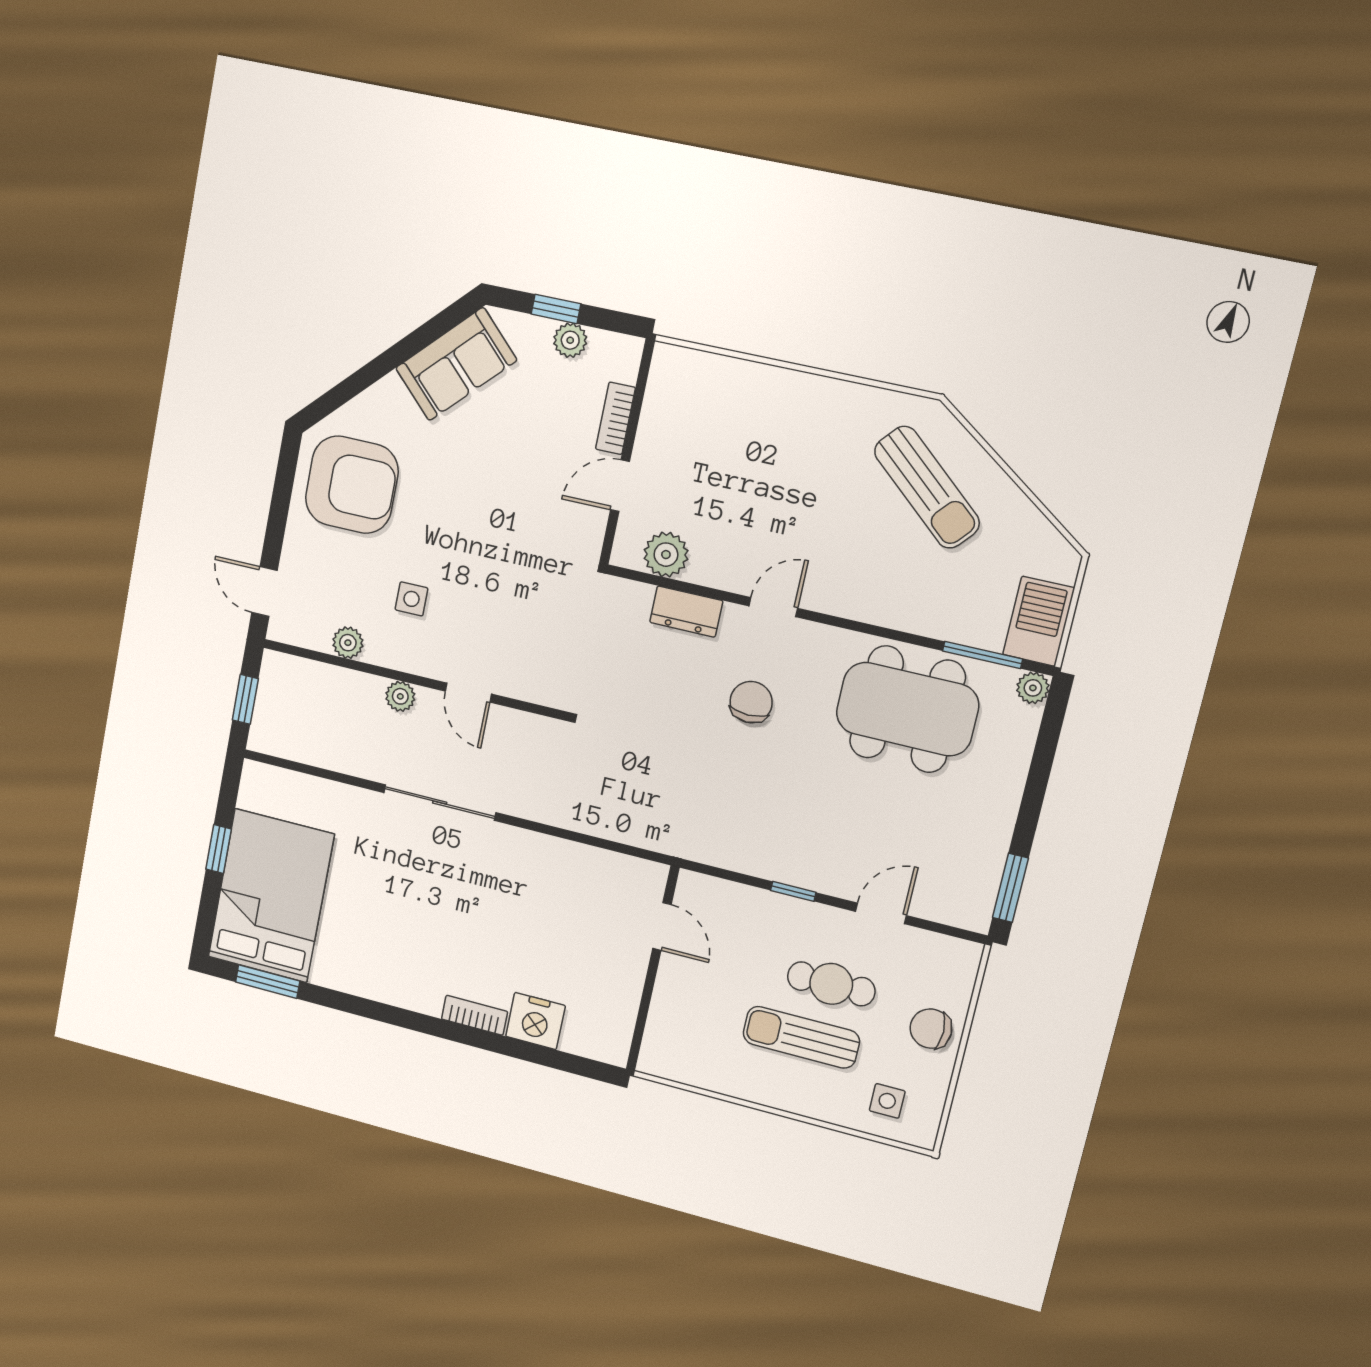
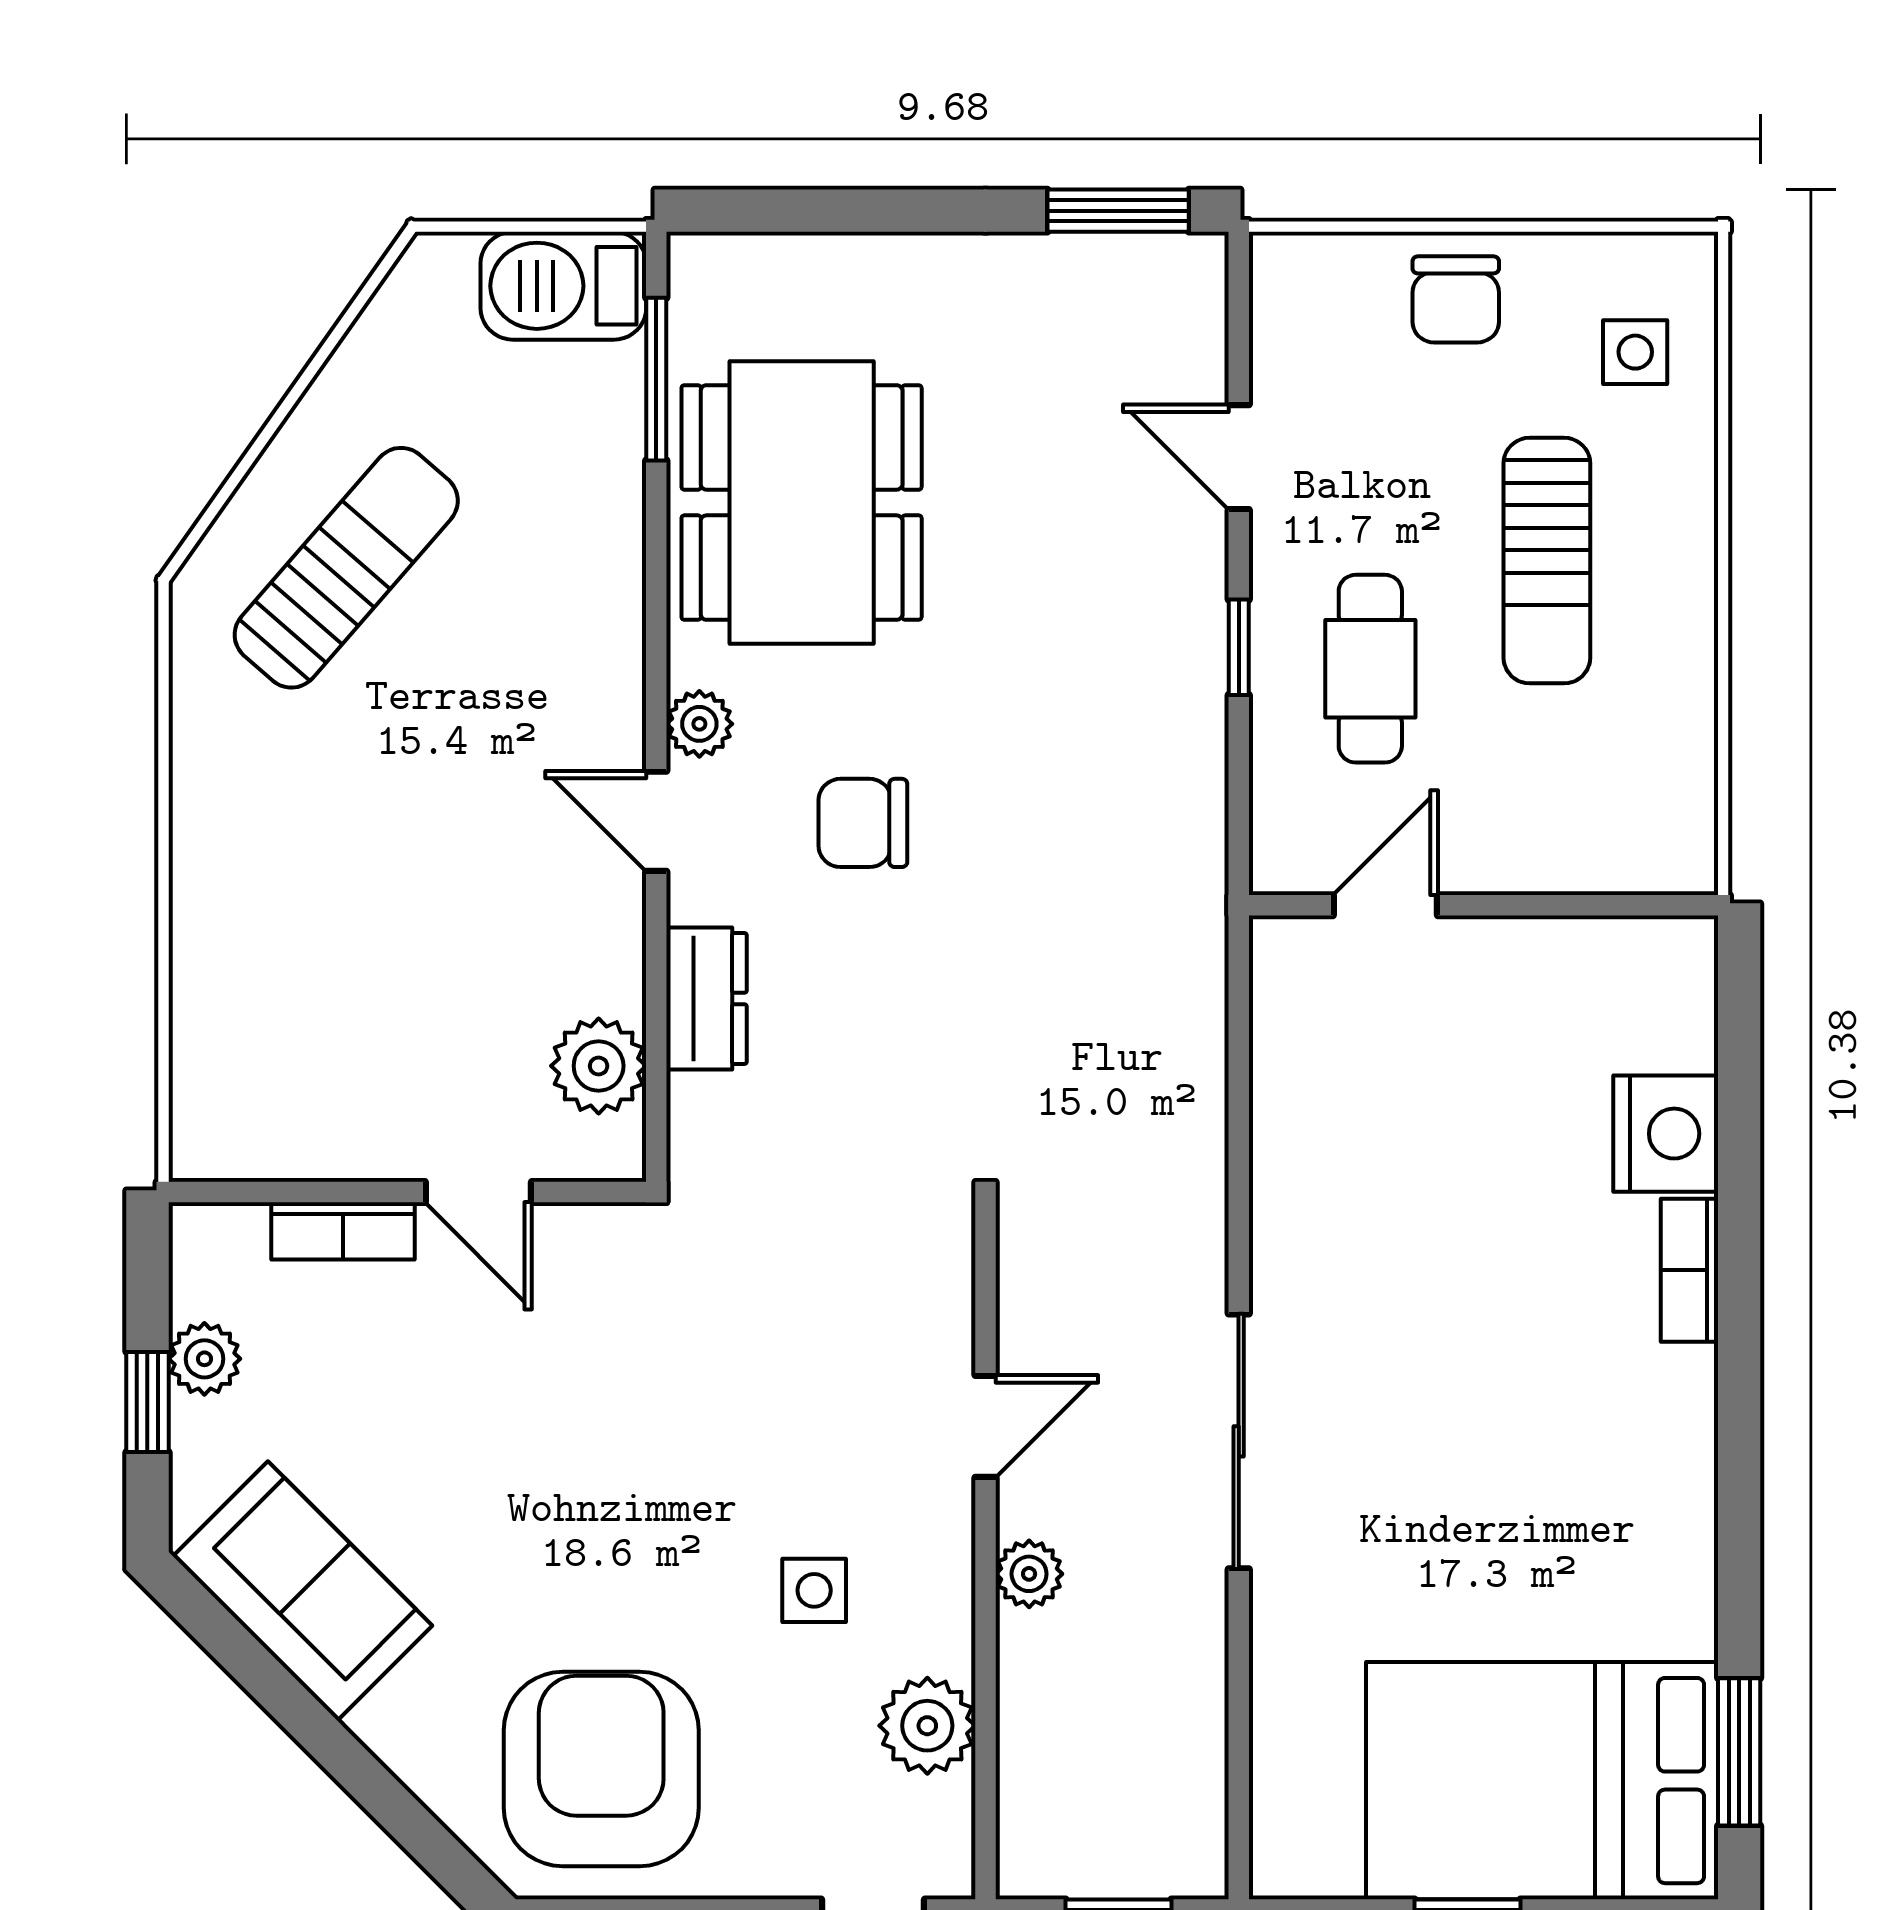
plant: (348, 643) -> (927, 1726), width x1.38, depth x1.38
plant: (1033, 688) -> (699, 724), moved
cafe table: (831, 984) -> (1370, 669), moved

